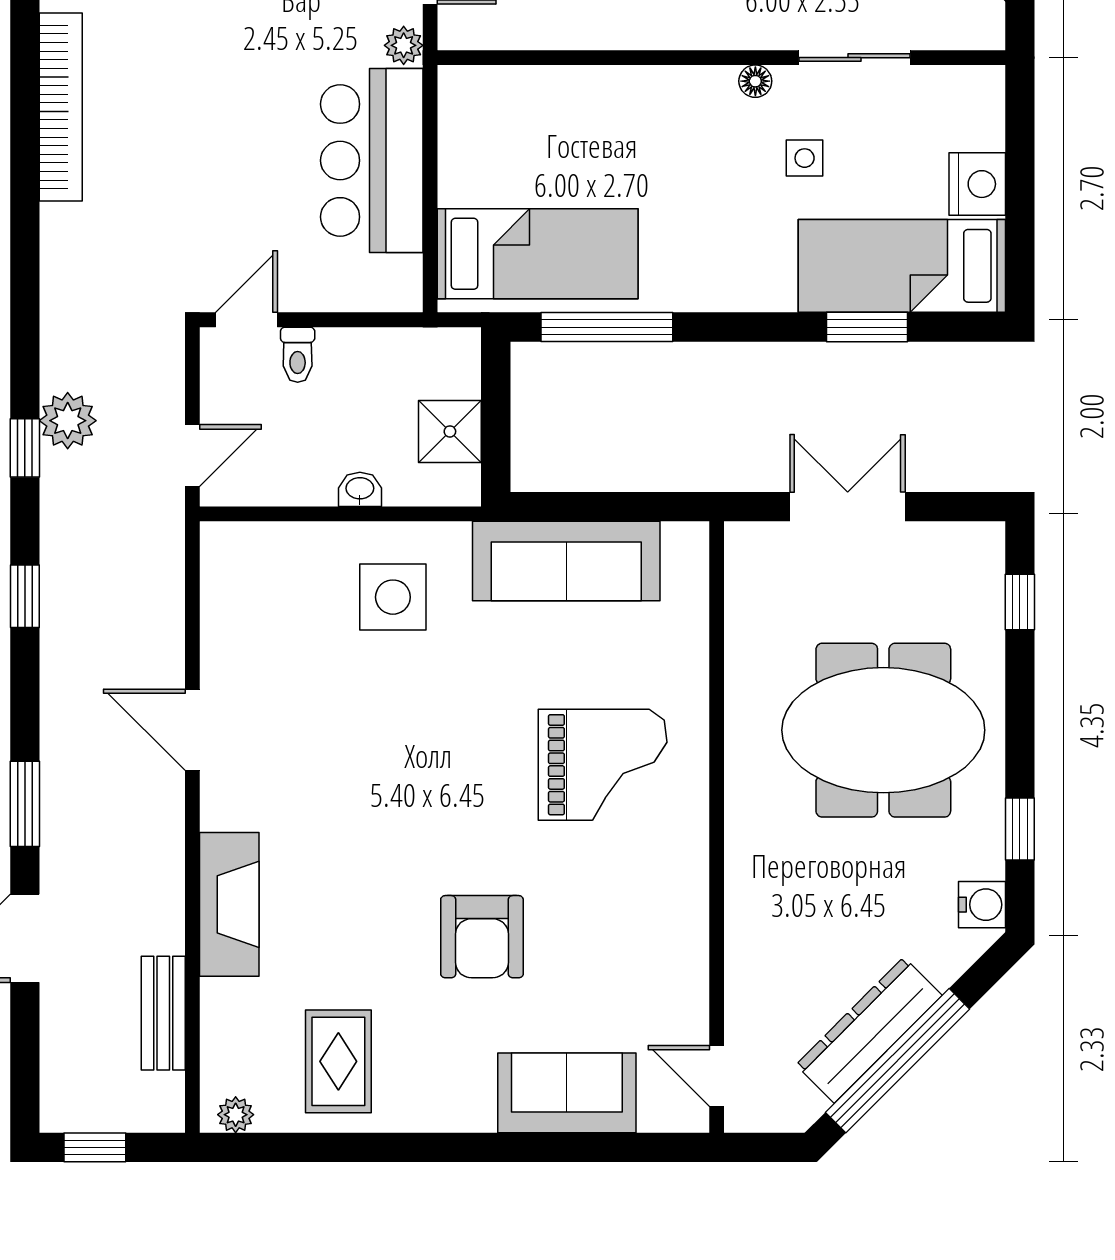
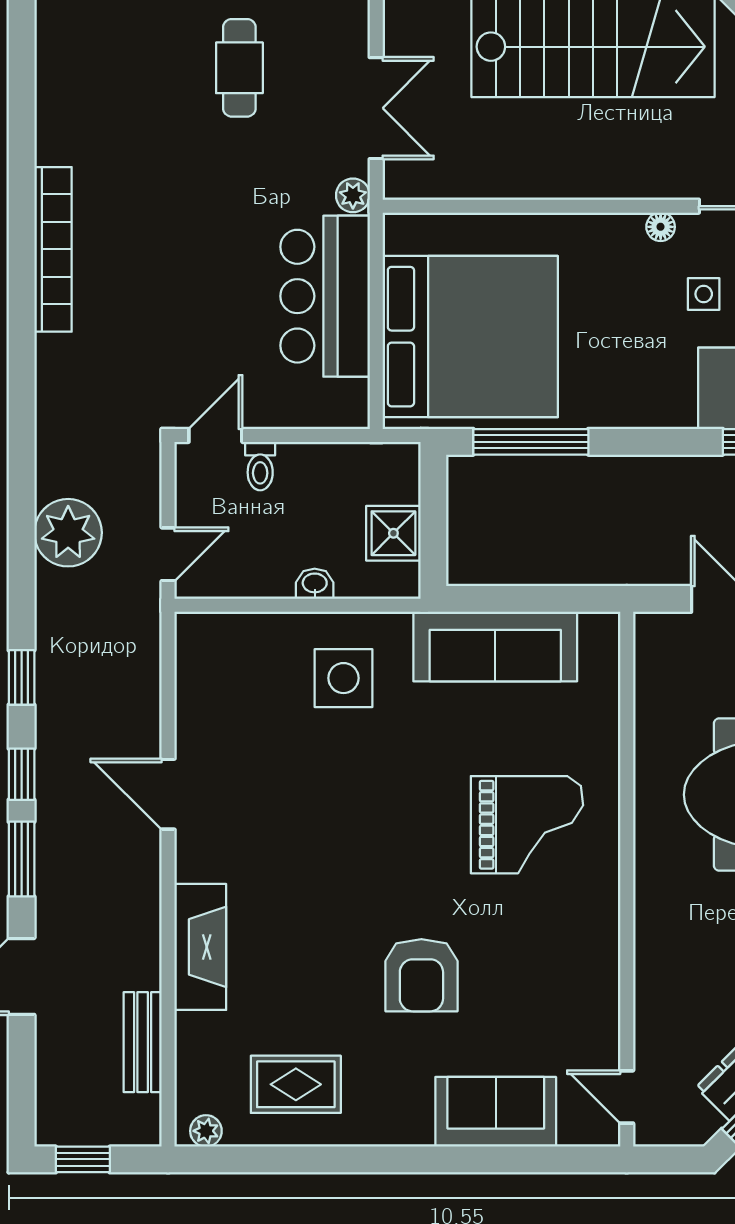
bed: (538, 254) -> (470, 337), width x2.04
plant: (68, 421) -> (68, 533), width x1.36, depth x1.36
window: (25, 448) -> (22, 774), moved
rug: (338, 1061) -> (296, 1084), turned 90

